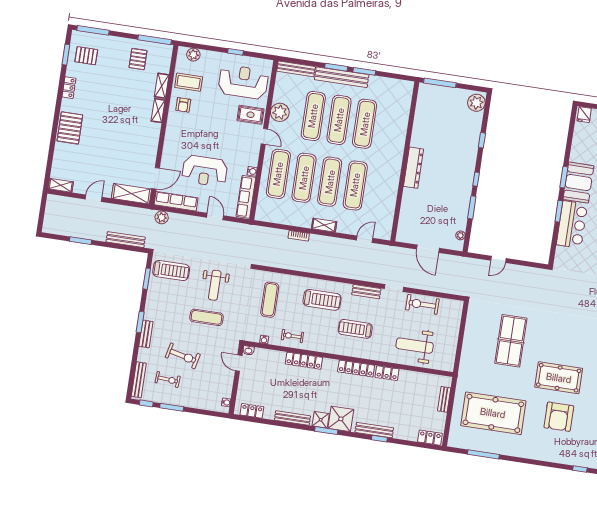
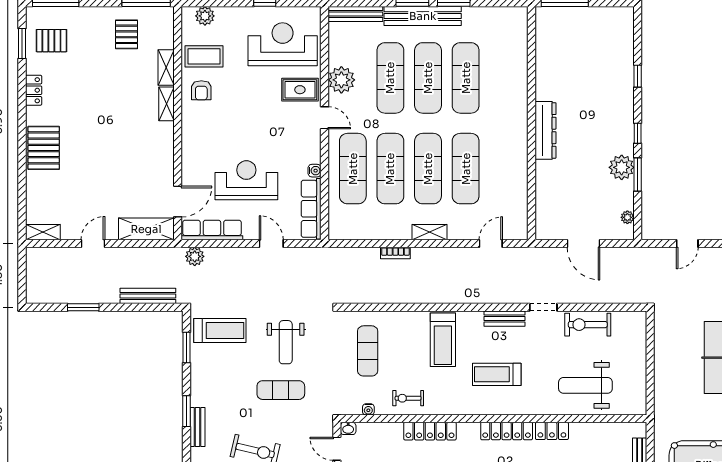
plant: (476, 103) -> (622, 167), moved
reception desk: (205, 171) -> (246, 180), turned 180
treadmill: (322, 300) -> (443, 340), turned 90

